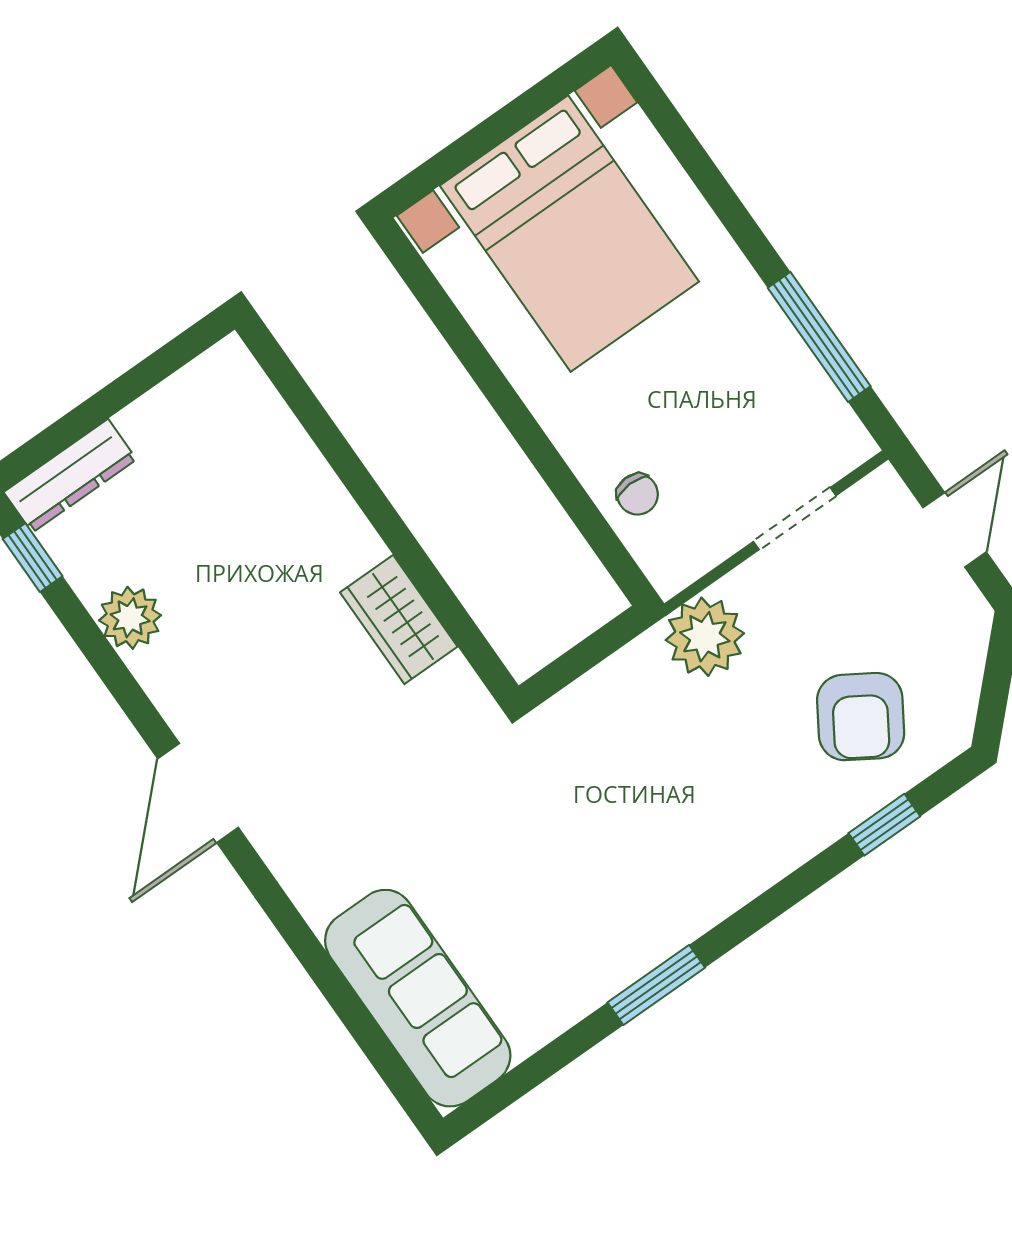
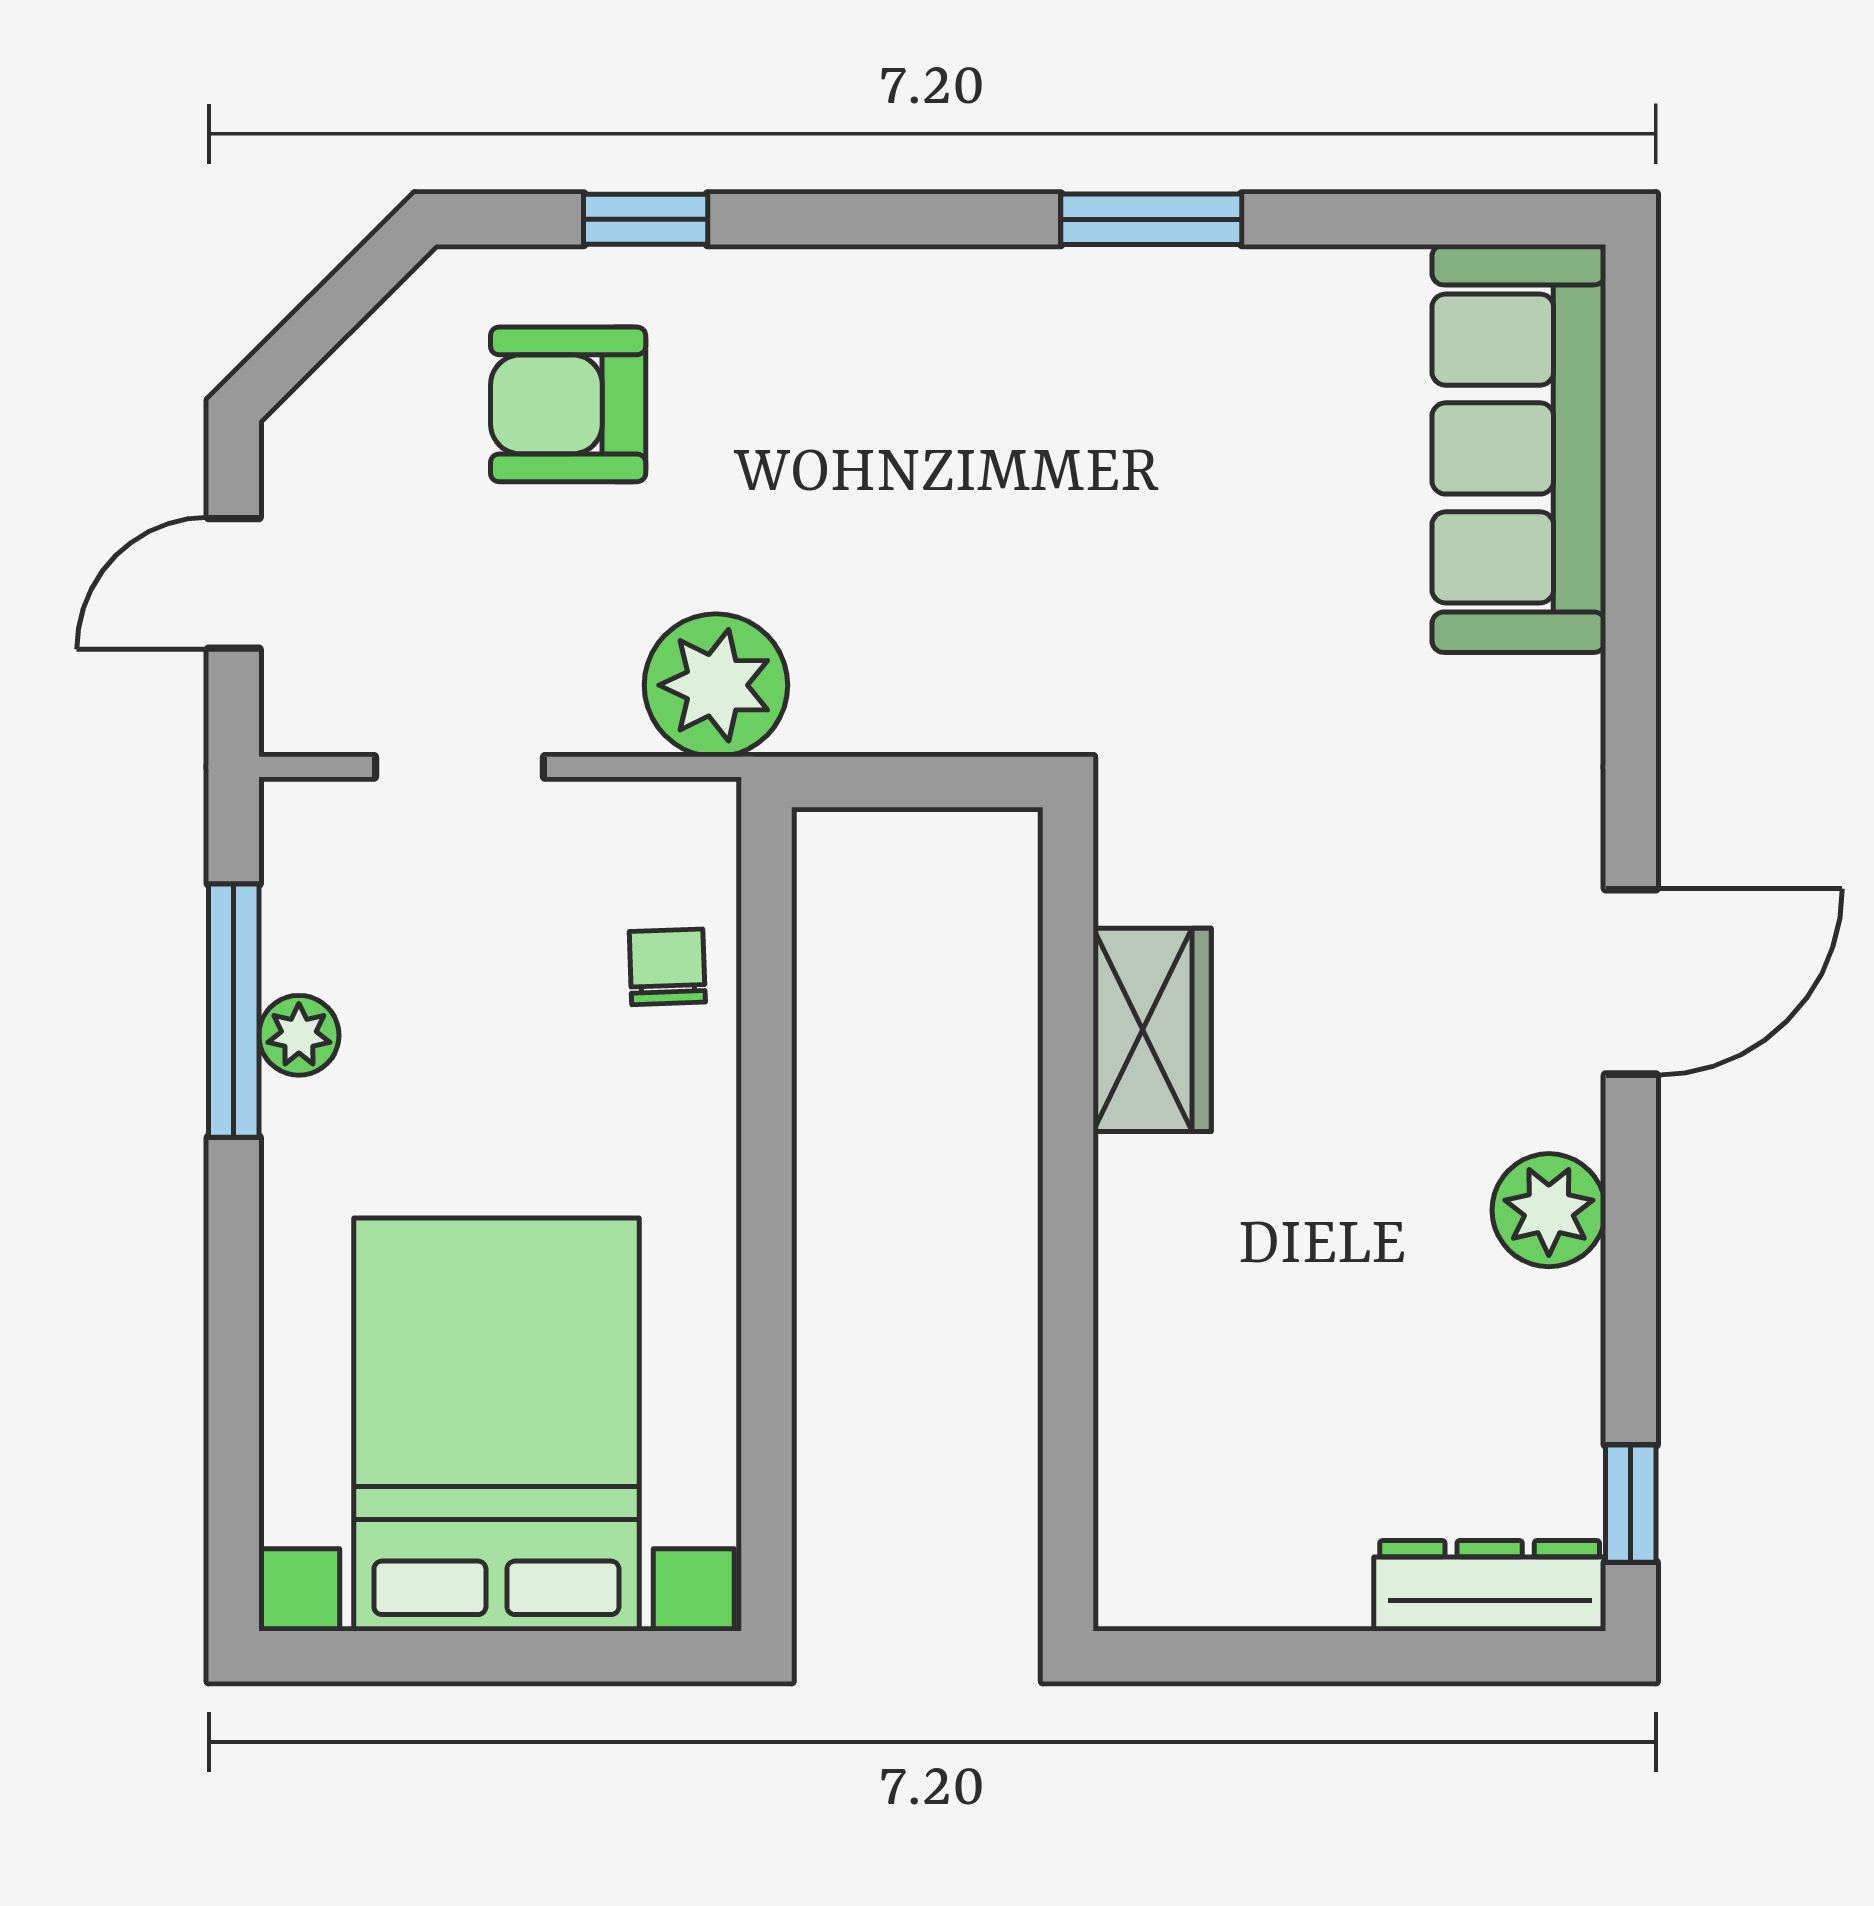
plant: (782, 347) -> (299, 1035), added
plant: (130, 618) -> (1549, 1210), moved
armchair: (861, 717) -> (568, 404), turned -122

